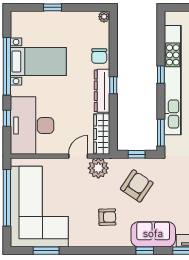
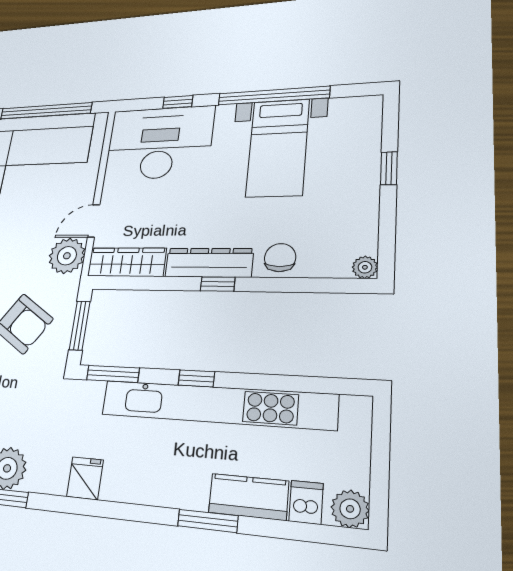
chair: (99, 56) -> (280, 258), turned 90
window: (161, 75) -> (196, 378), moved
window: (137, 154) -> (80, 325), width x1.50
door: (78, 156) -> (94, 221), swing flipped

